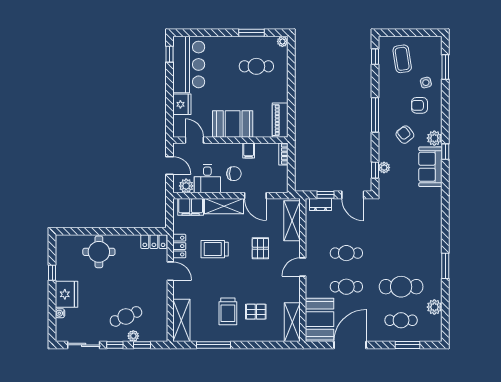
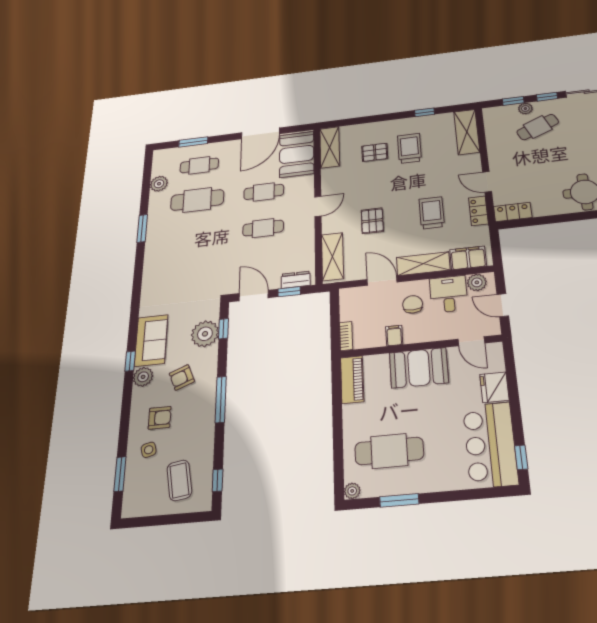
cafe table: (256, 66) -> (389, 451), width x1.37, depth x1.35
armchair: (405, 135) -> (182, 377), turned 106
plant: (384, 168) -> (205, 334), width x1.87, depth x1.87
chair: (234, 174) -> (413, 304), turned 90
trolley: (215, 249) -> (432, 213), turned -90
window: (214, 345) -> (425, 112), width x0.46

